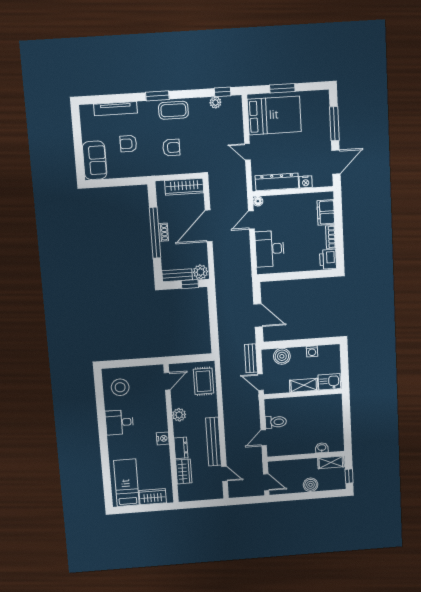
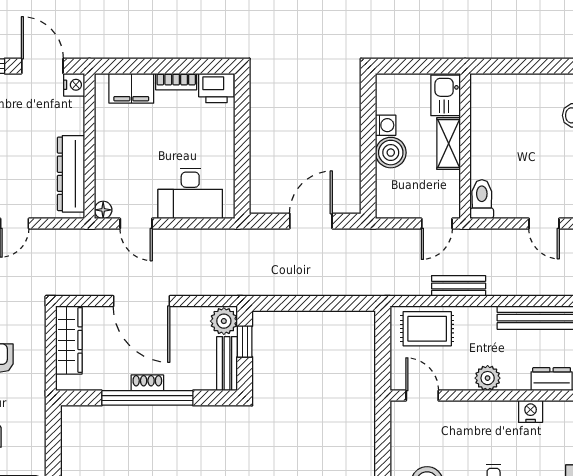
nightstand: (306, 182) -> (74, 85), moved
boiler: (282, 356) -> (391, 153), moved
bench: (251, 358) -> (459, 286), moved
toilet: (276, 422) -> (482, 199), moved

